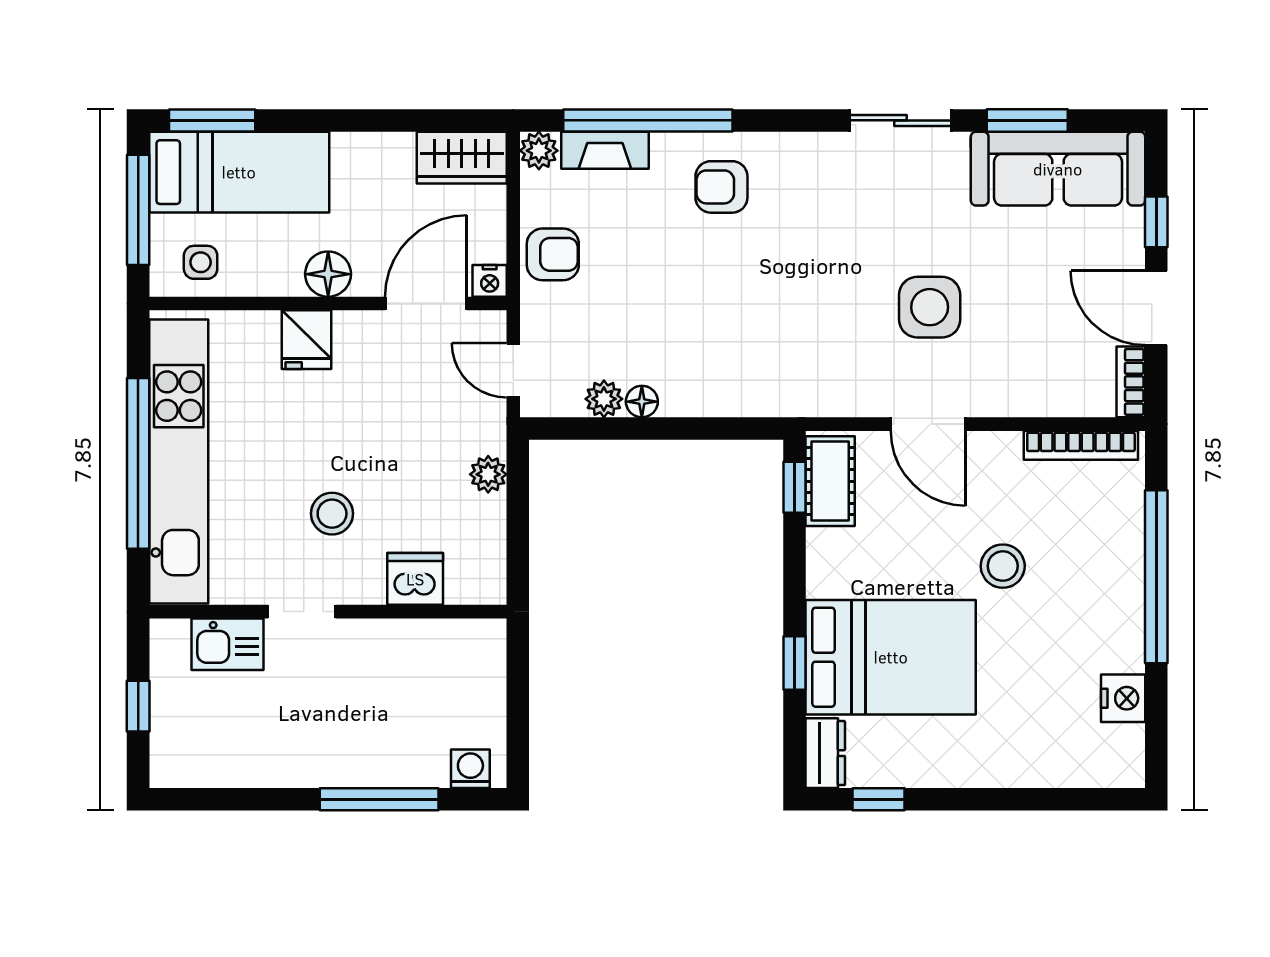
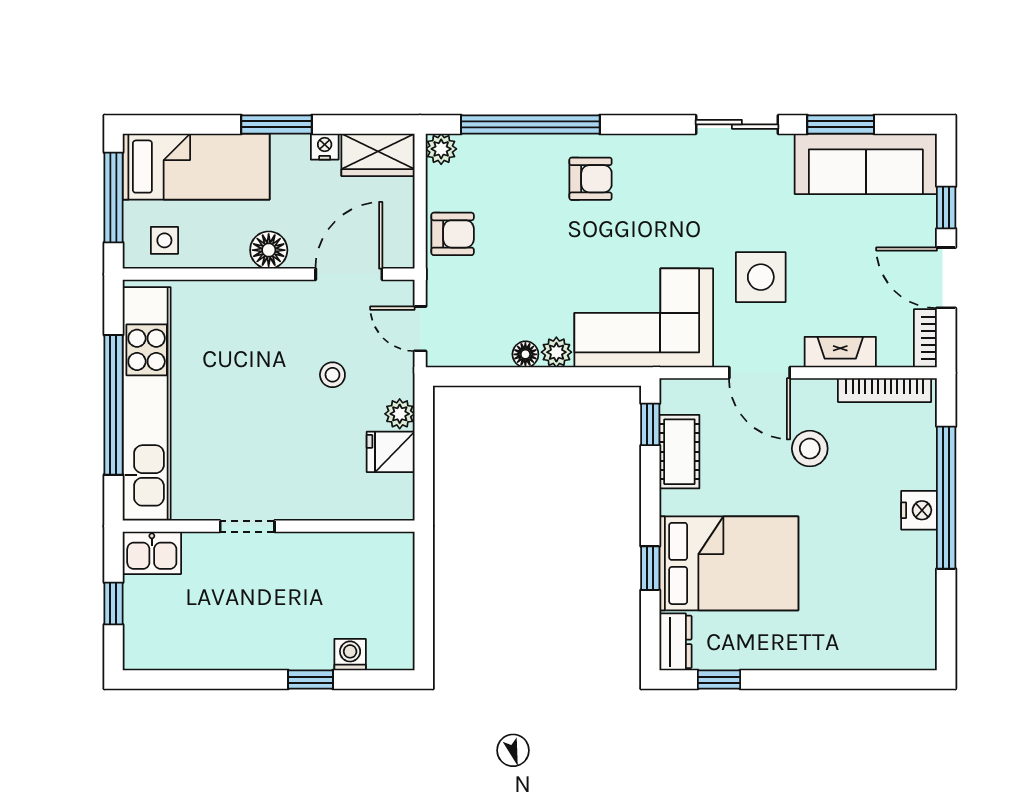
window: (212, 120) -> (276, 124), moved
fireplace: (605, 150) -> (840, 352), moved, turned 180
armchair: (721, 187) -> (591, 179), turned 180
nightstand: (490, 281) -> (325, 147), moved, turned 180
fridge: (306, 340) -> (391, 452), moved, turned 90
corner sofa: (787, 357) -> (644, 318), added
plant: (604, 399) -> (556, 352), moved
cot: (830, 481) -> (679, 452), moved
stool: (332, 514) -> (332, 375), moved, width x0.73, depth x0.73
stool: (1003, 566) -> (810, 449), moved
dishwasher: (415, 579) -> (340, 499), removed
kitchen sink: (227, 644) -> (152, 553), moved
nightstand: (1123, 698) -> (919, 510), moved
washing machine: (470, 769) -> (350, 655), moved
window: (379, 799) -> (310, 680), width x0.46

